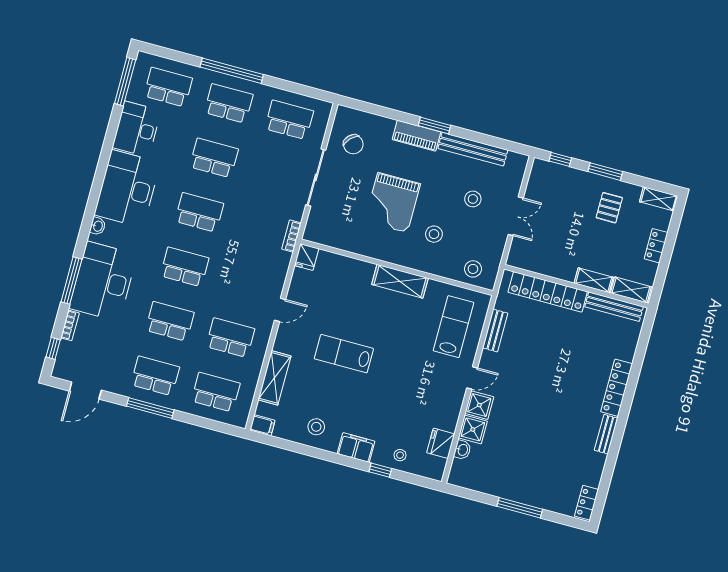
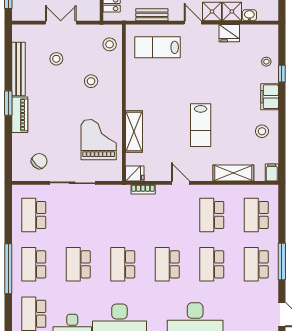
grand piano: (393, 203) -> (99, 140), moved, turned -90
bookcase: (291, 236) -> (143, 189), moved
shelving: (400, 281) -> (134, 132), moved
fridge: (441, 443) -> (229, 33), moved

